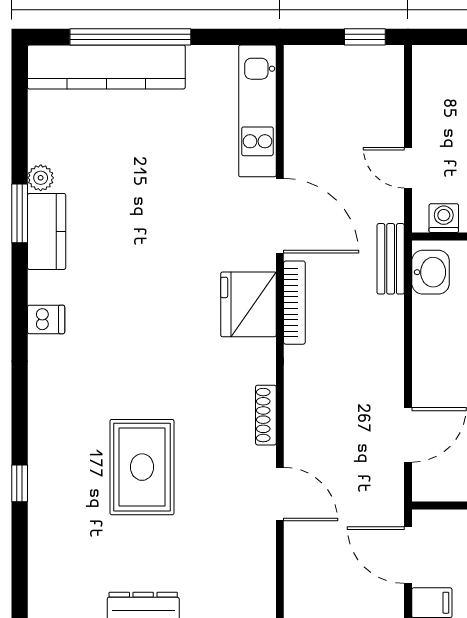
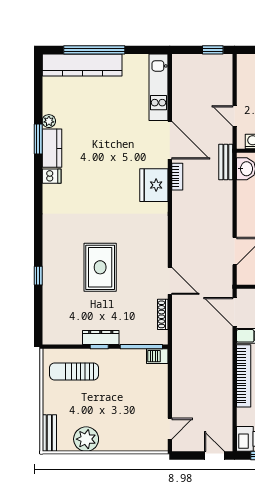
bookcase: (294, 303) -> (177, 177), width x0.64
dishwasher: (46, 319) -> (52, 176), moved
shoe rack: (266, 415) -> (163, 314), moved

